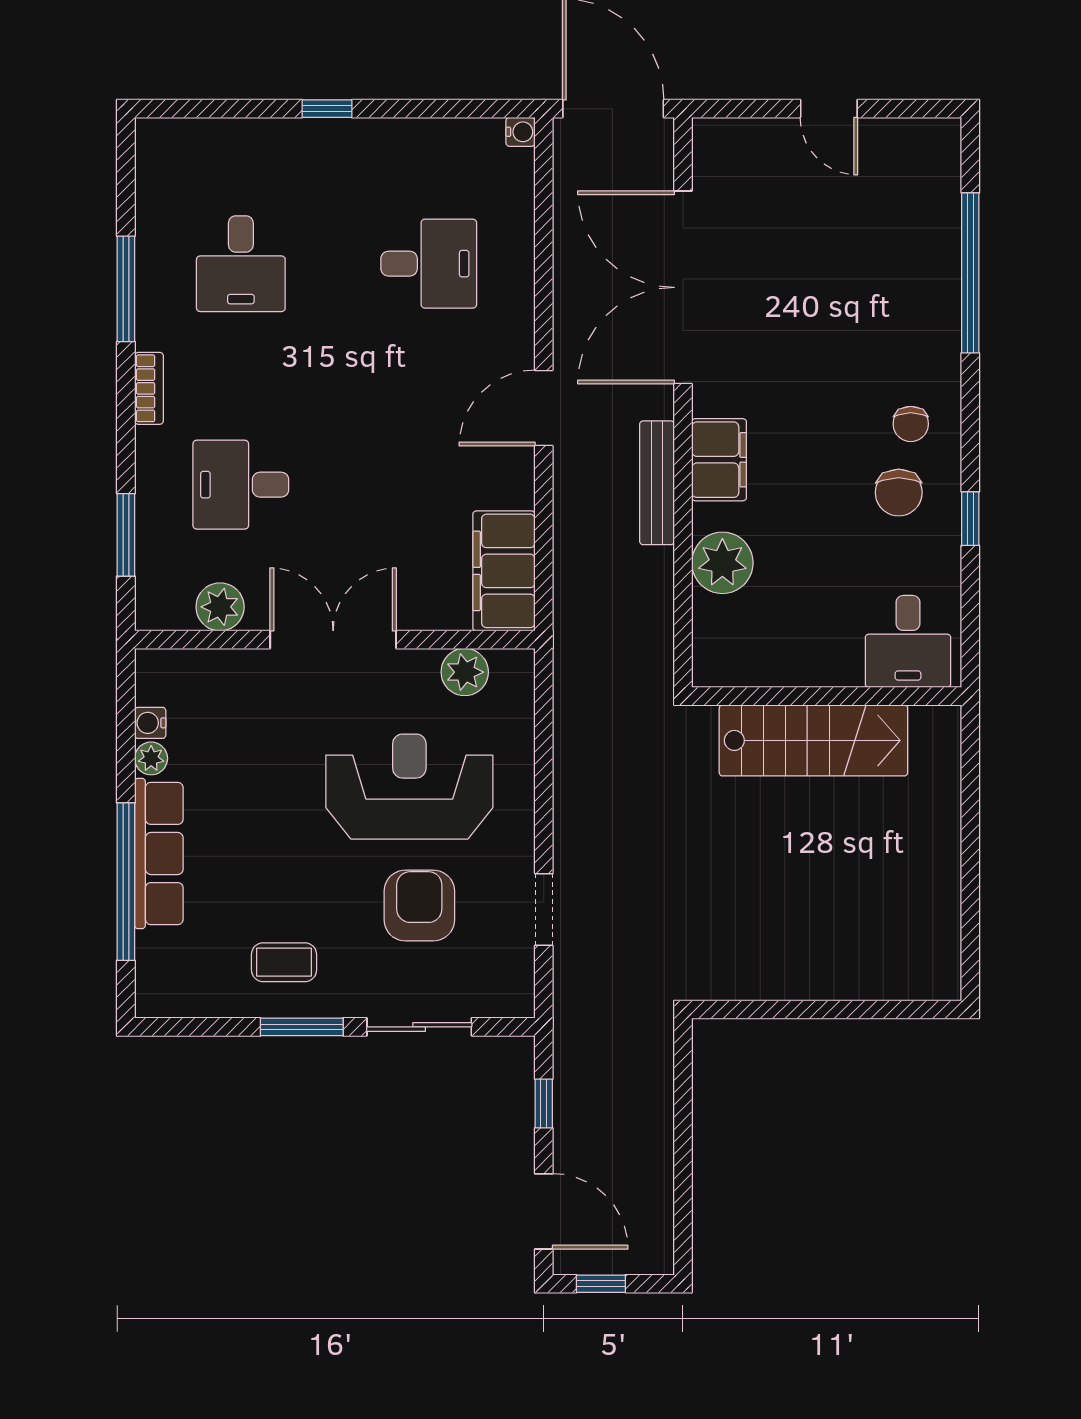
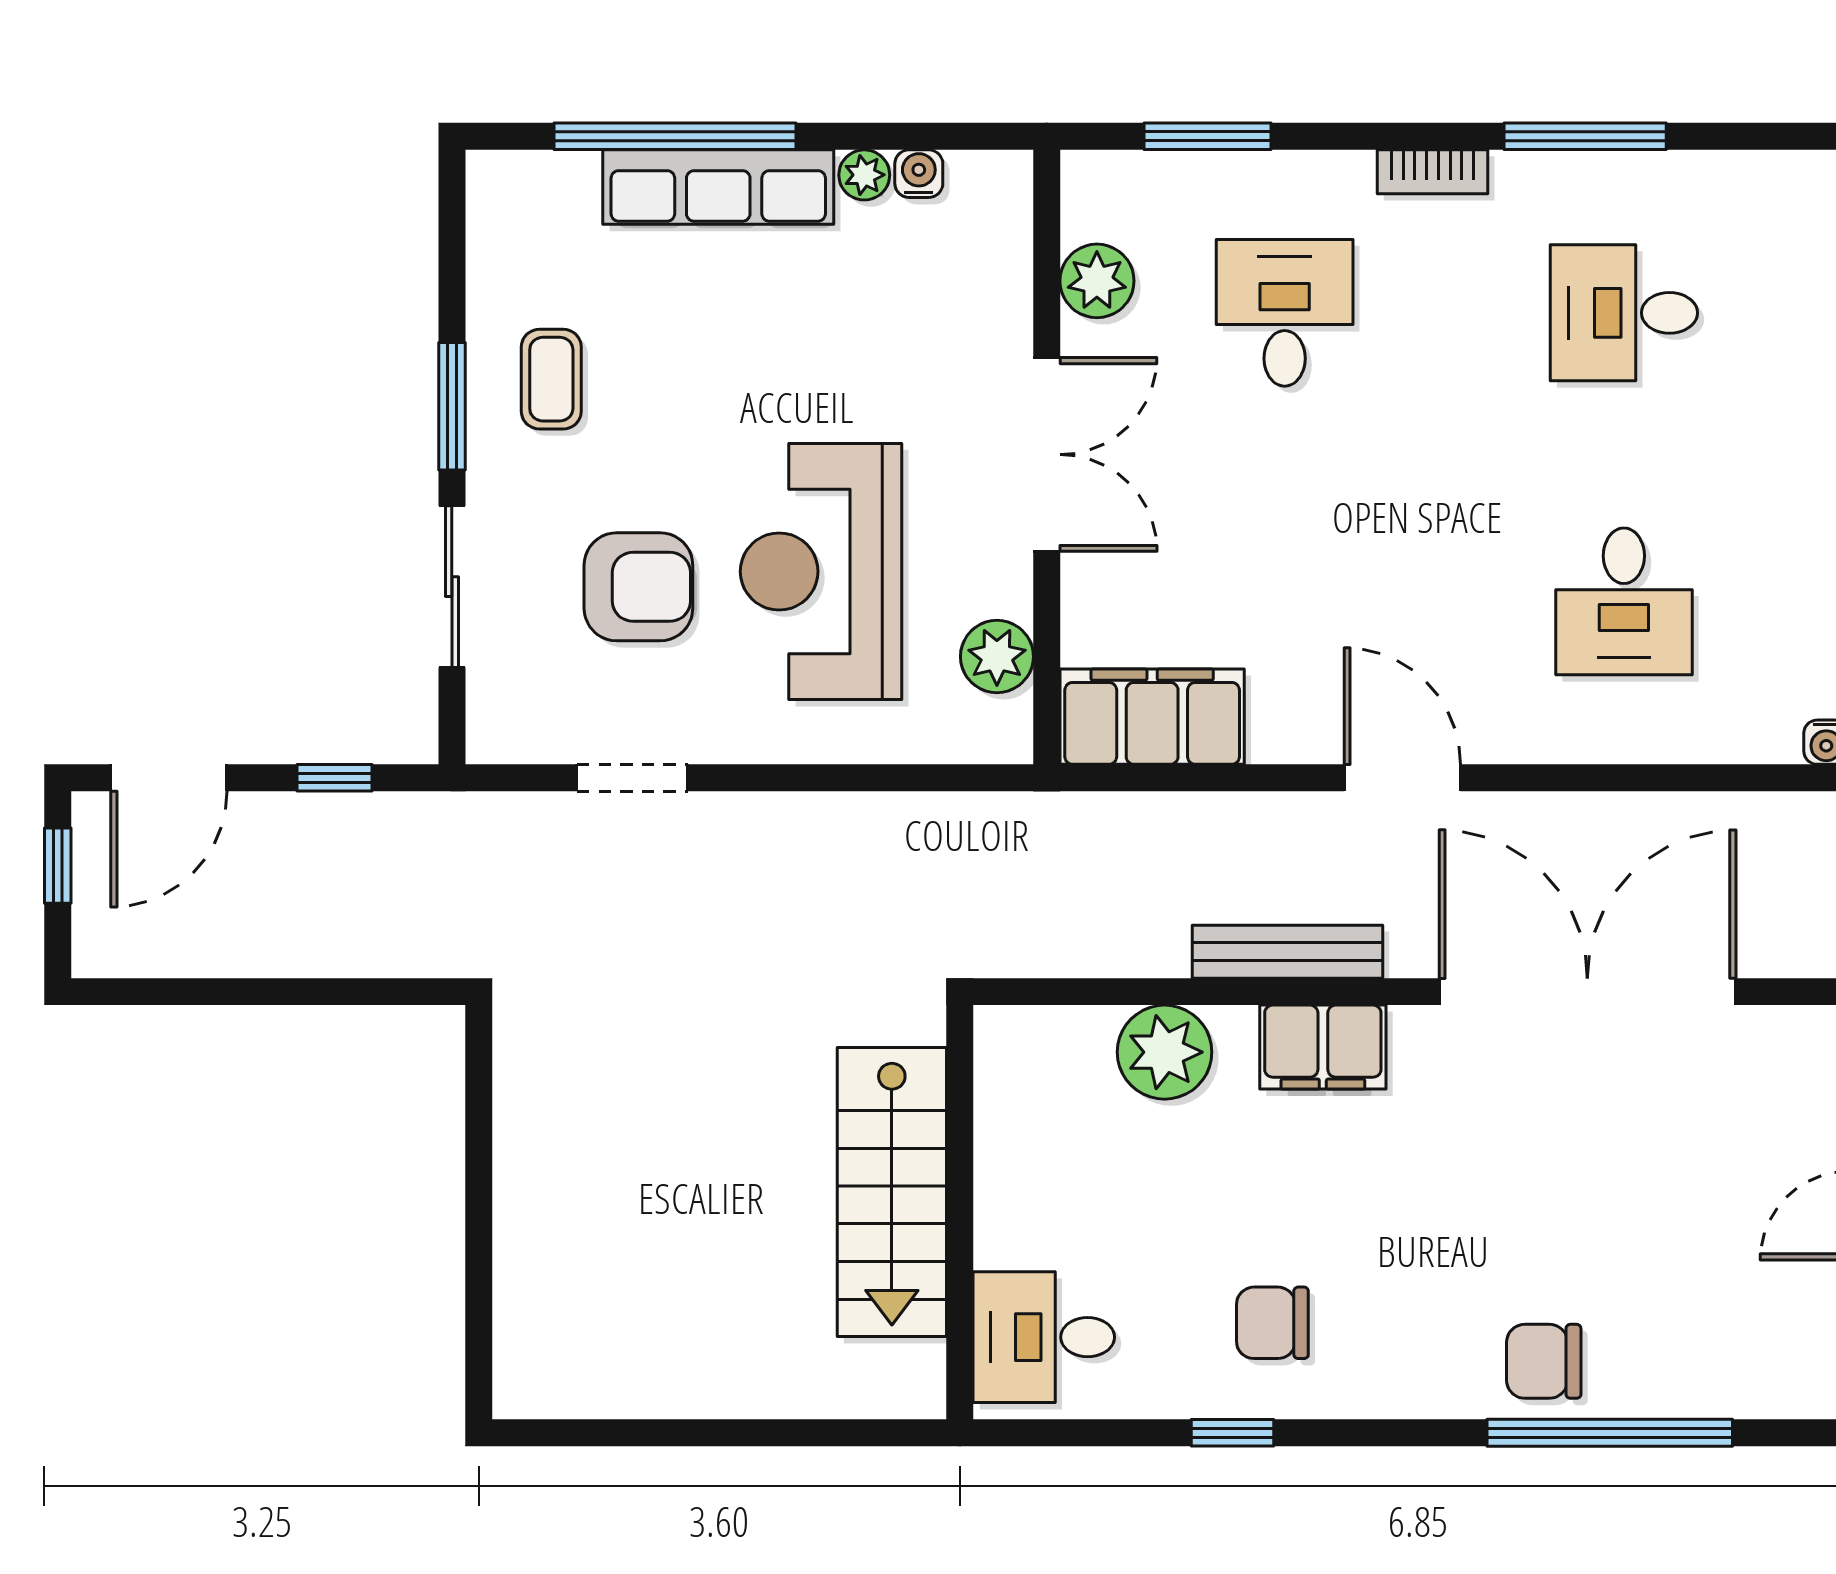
chair: (911, 424) -> (1544, 1361), moved, width x1.37, depth x1.37
reception desk: (409, 787) -> (821, 571), turned 180

